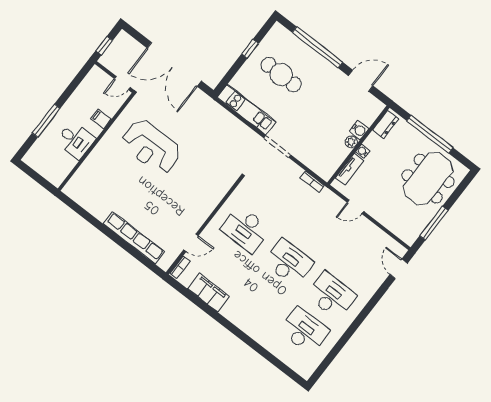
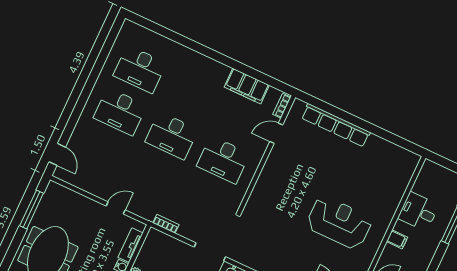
desk: (246, 229) -> (223, 160), turned 180

